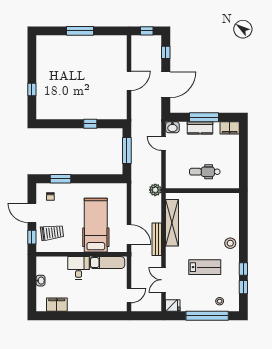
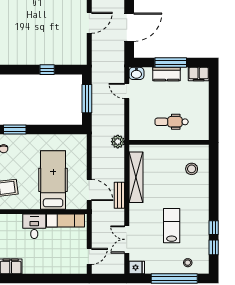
bench: (157, 239) -> (119, 195), width x0.73
stool: (230, 243) -> (192, 169), moved
lab bench: (205, 267) -> (172, 226), turned -90

